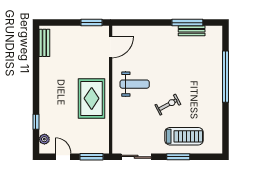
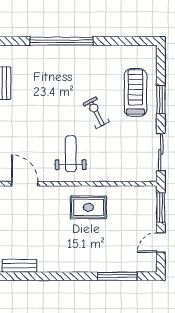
rug: (92, 98) -> (88, 207), width x0.73, depth x0.70
window: (36, 122) -> (117, 276), width x2.17
plant: (44, 139) -> (139, 266), removed

